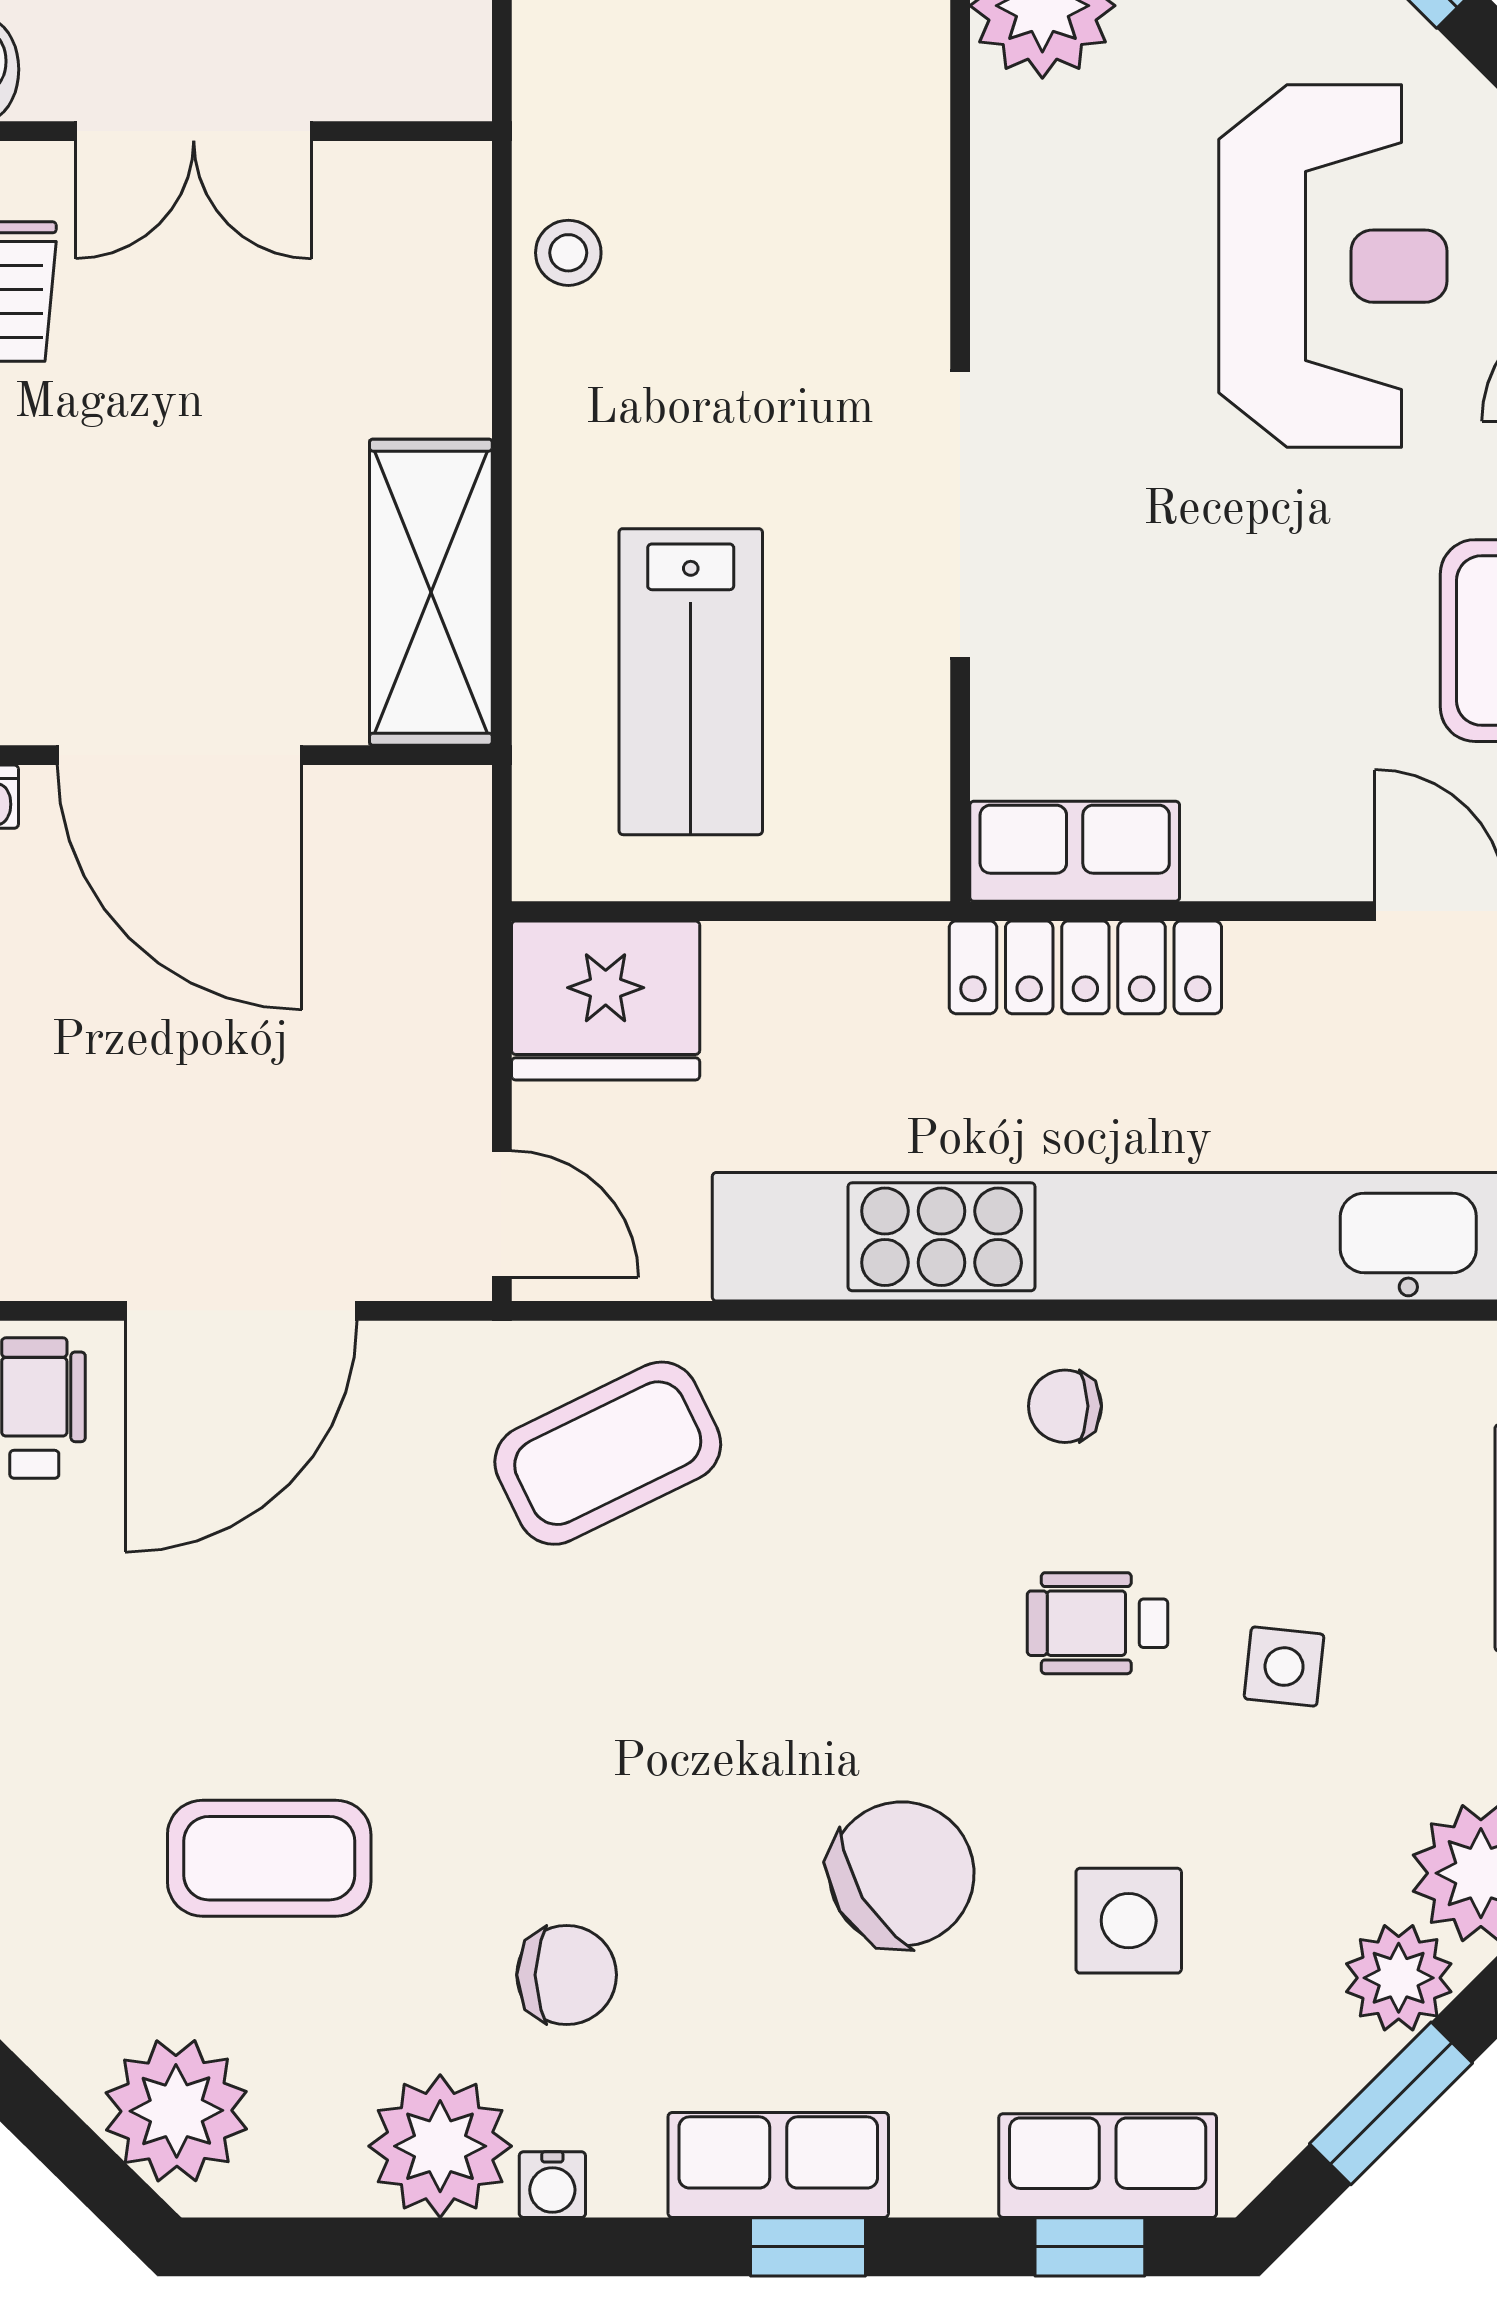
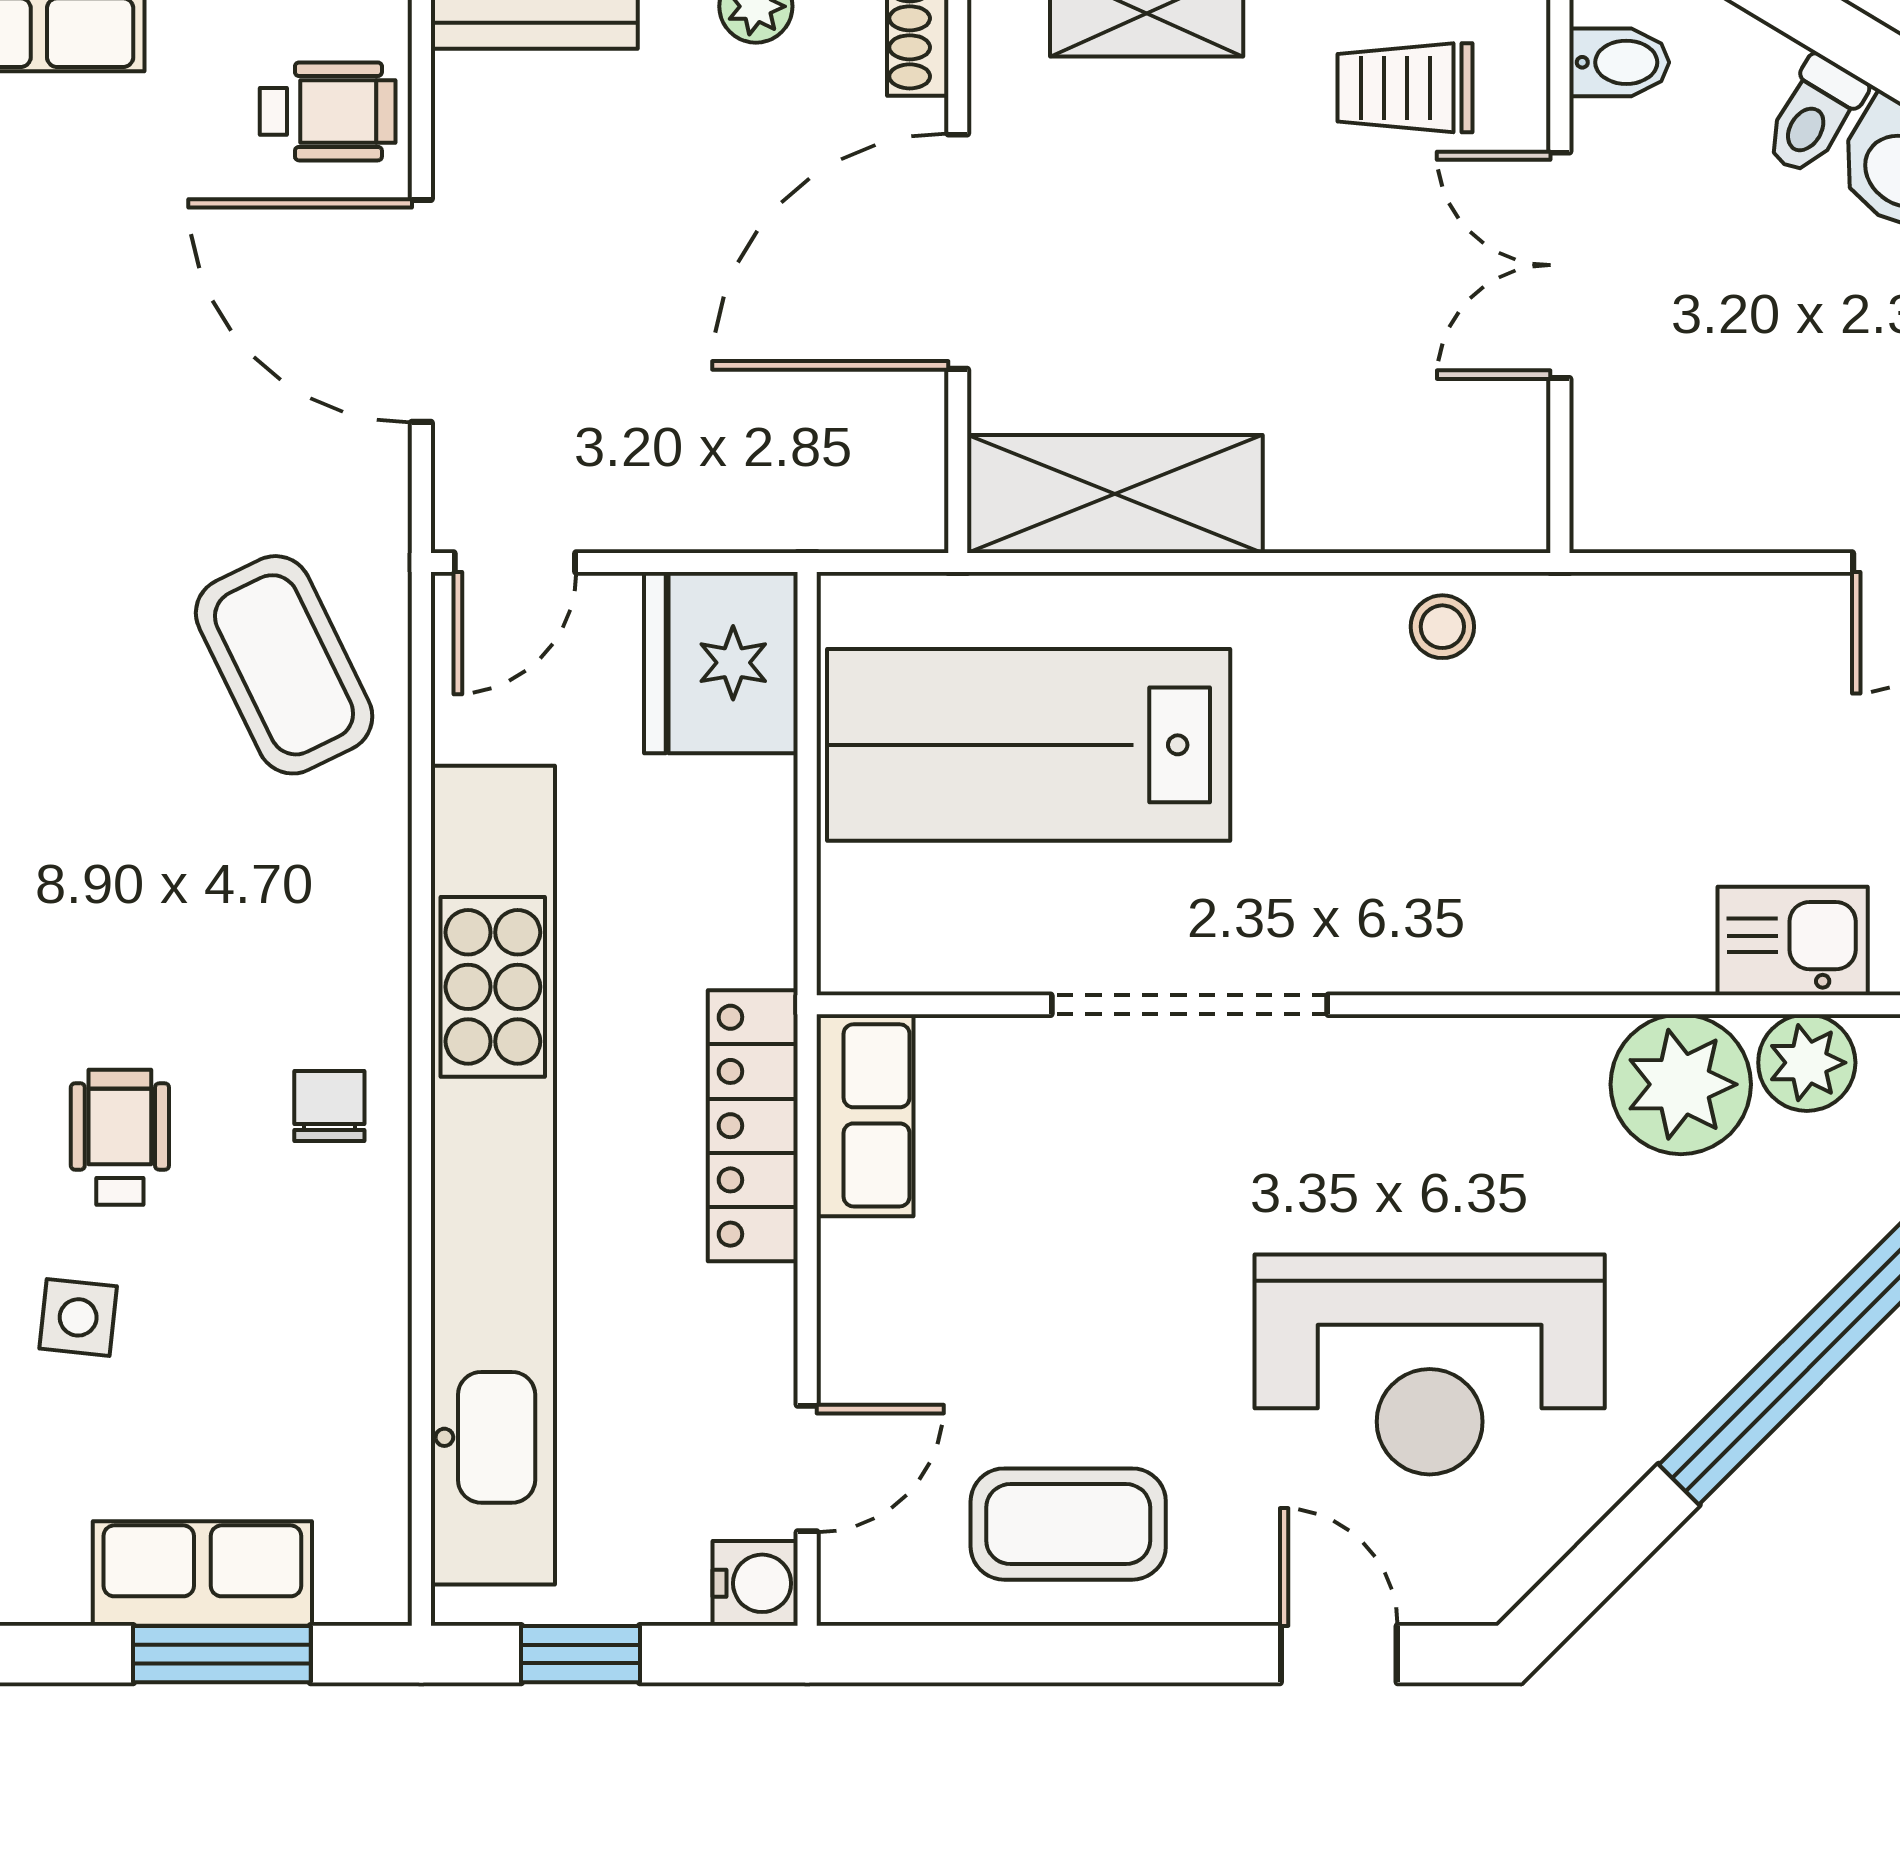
lab bench: (691, 682) -> (1029, 745), width x1.36, depth x1.39

